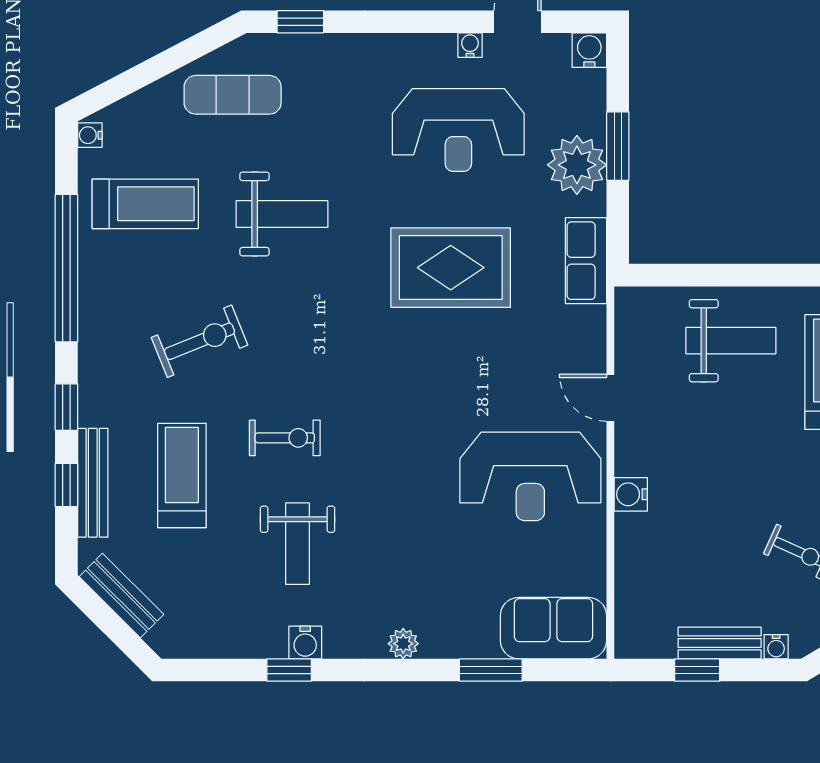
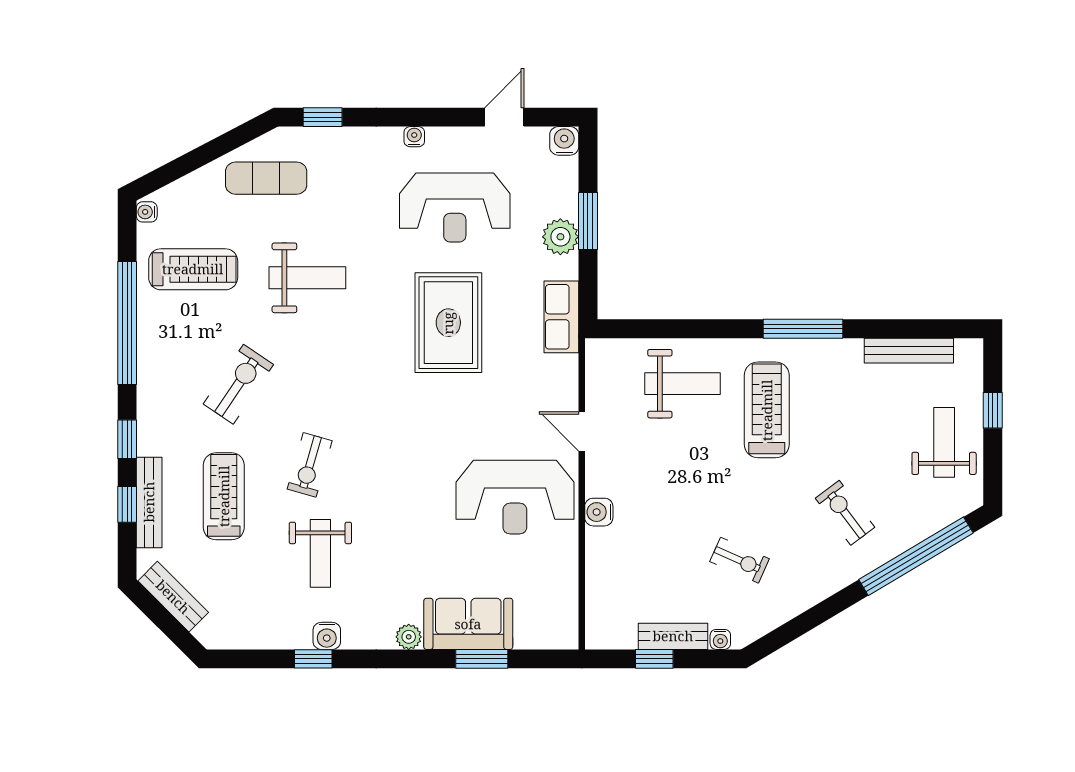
water cooler: (470, 45) -> (414, 137), moved
plant: (577, 165) -> (560, 237), width x0.73, depth x0.73
rug: (451, 268) -> (448, 323), turned 90
exercise bike: (200, 341) -> (238, 384), turned -34
exercise bike: (285, 438) -> (310, 465), turned 106
sofa: (553, 628) -> (468, 624), moved

